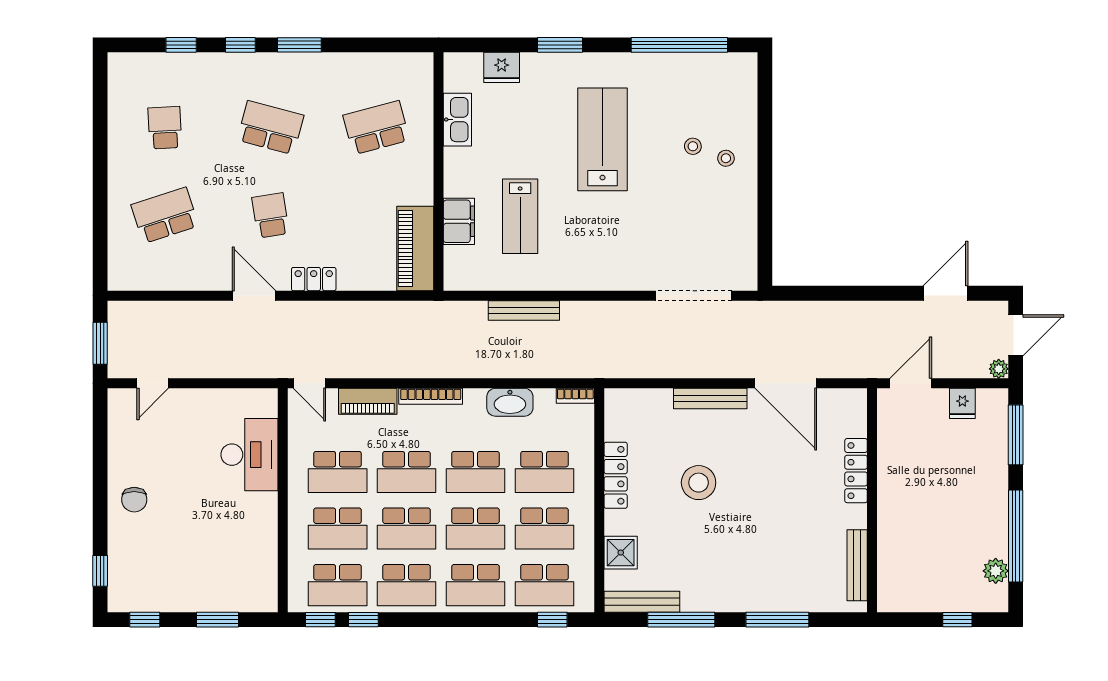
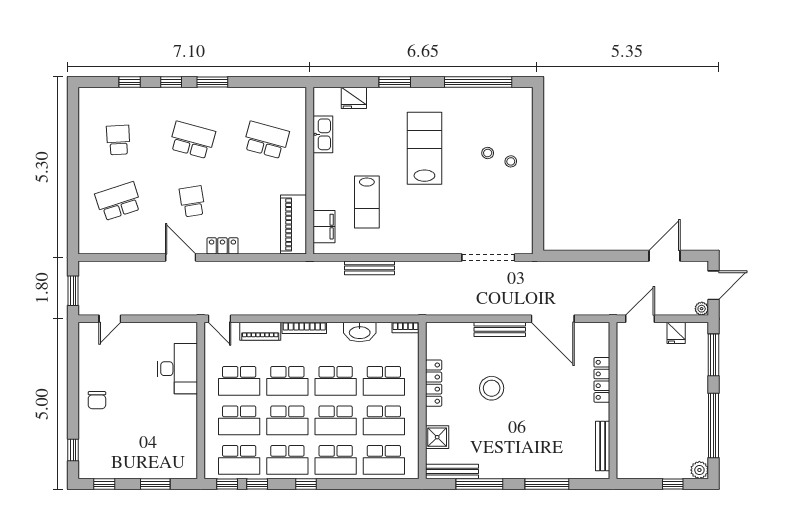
school desk: (376, 128) -> (266, 140), turned 30
filing cabinet: (459, 221) -> (324, 227), moved
plant: (996, 571) -> (699, 470), moved
window: (552, 620) -> (306, 484), moved

